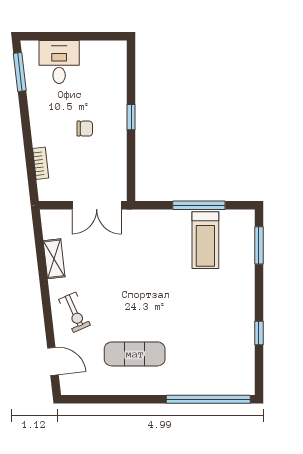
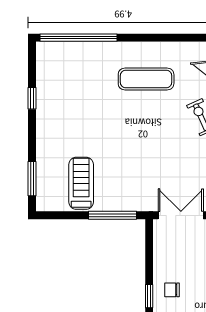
chair: (85, 129) -> (172, 290), moved
window: (199, 205) -> (113, 215), moved

